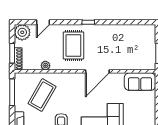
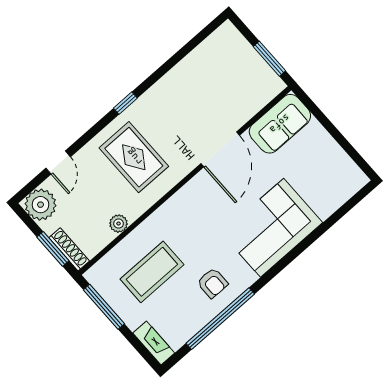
door: (97, 71) -> (220, 149), moved
coffee table: (42, 95) -> (152, 272), turned 60

